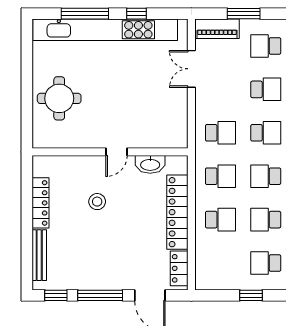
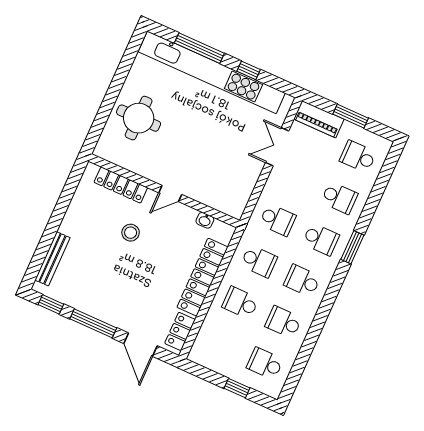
washbasin: (150, 164) -> (205, 220), width x0.52, depth x0.69
locker: (40, 203) -> (121, 185), moved, turned 90
school desk: (220, 220) -> (240, 303), turned 180

